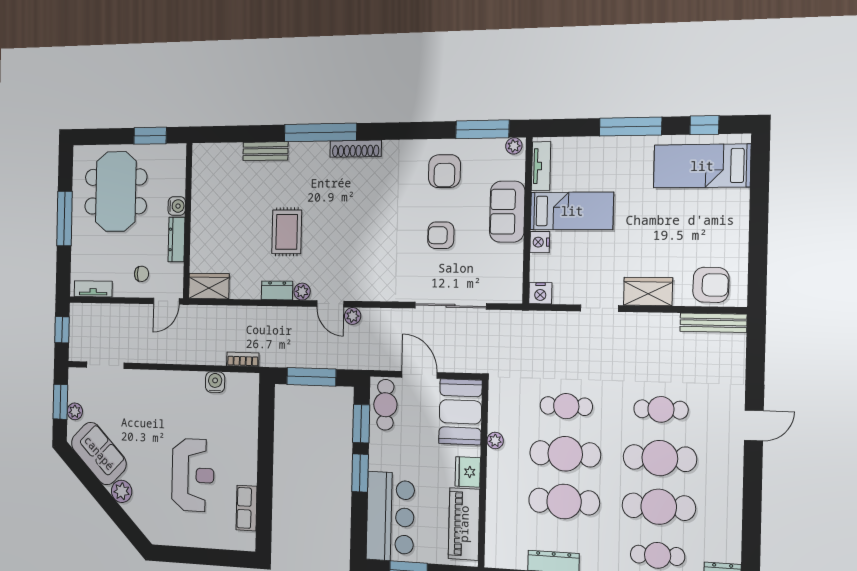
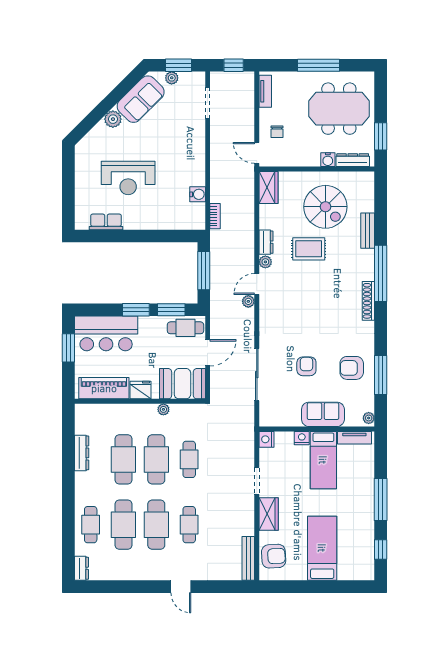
window: (482, 129) -> (381, 375), moved
bed: (702, 166) -> (322, 548), moved
spiral stairs: (234, 209) -> (325, 207), added
dresser: (177, 239) -> (353, 160), moved
armchair: (711, 285) -> (274, 556), turned -94

